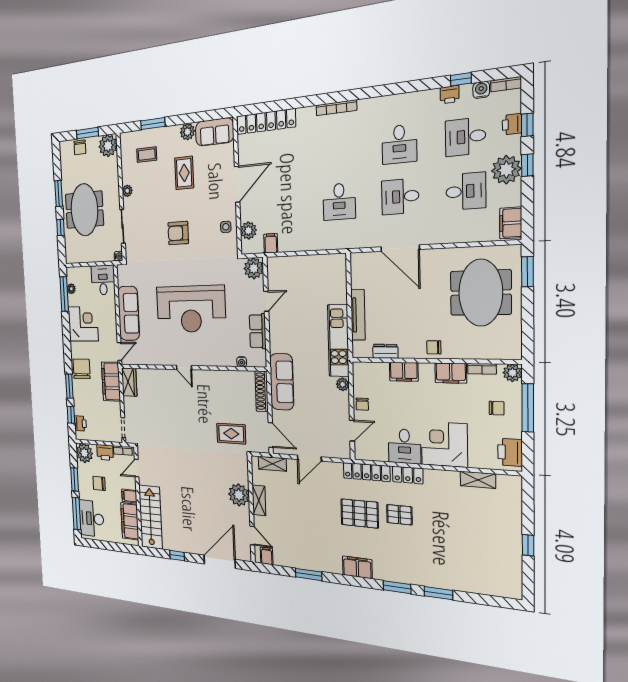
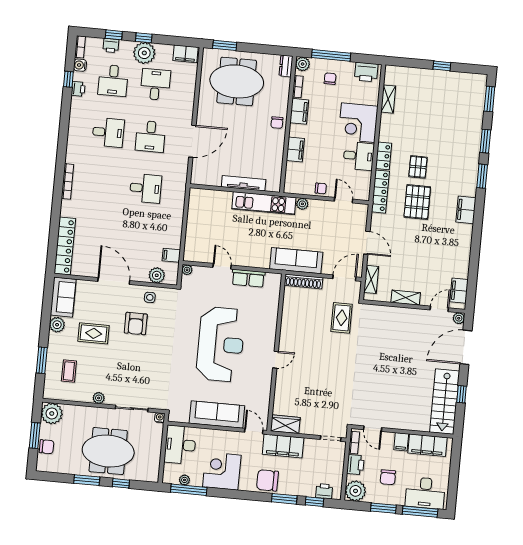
armchair: (178, 233) -> (136, 324), moved
plant: (254, 268) -> (187, 270), width x0.53, depth x0.53
desk: (103, 280) -> (180, 445), width x1.37
dresser: (385, 351) -> (286, 66), moved
water cooler: (242, 362) -> (275, 298), removed
plant: (239, 495) -> (459, 318), moved, width x0.53, depth x0.53
stairs: (151, 517) -> (445, 402), moved, turned -90
filing cabinet: (267, 556) -> (459, 291), width x2.00
door: (220, 562) -> (466, 347), hinge flipped
window: (309, 574) -> (489, 99), moved

